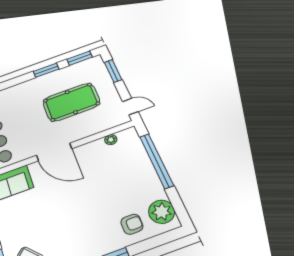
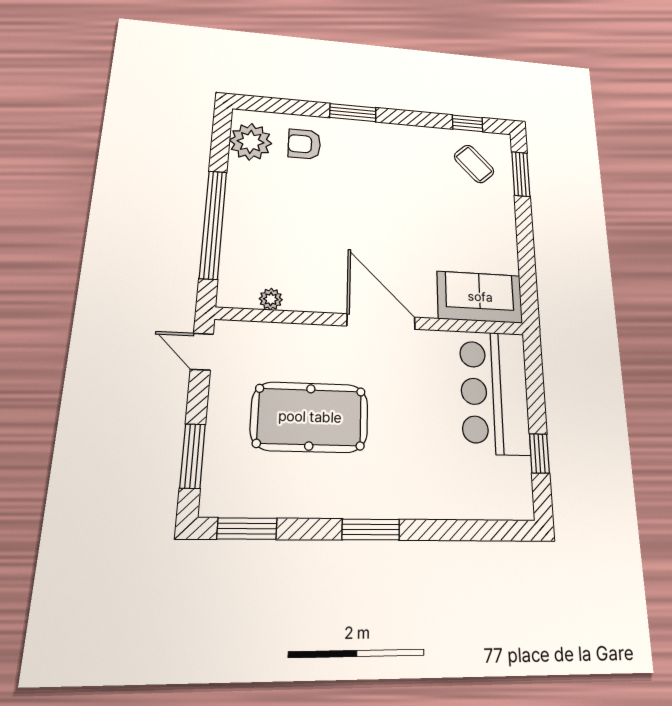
window: (46, 70) -> (371, 530), moved

